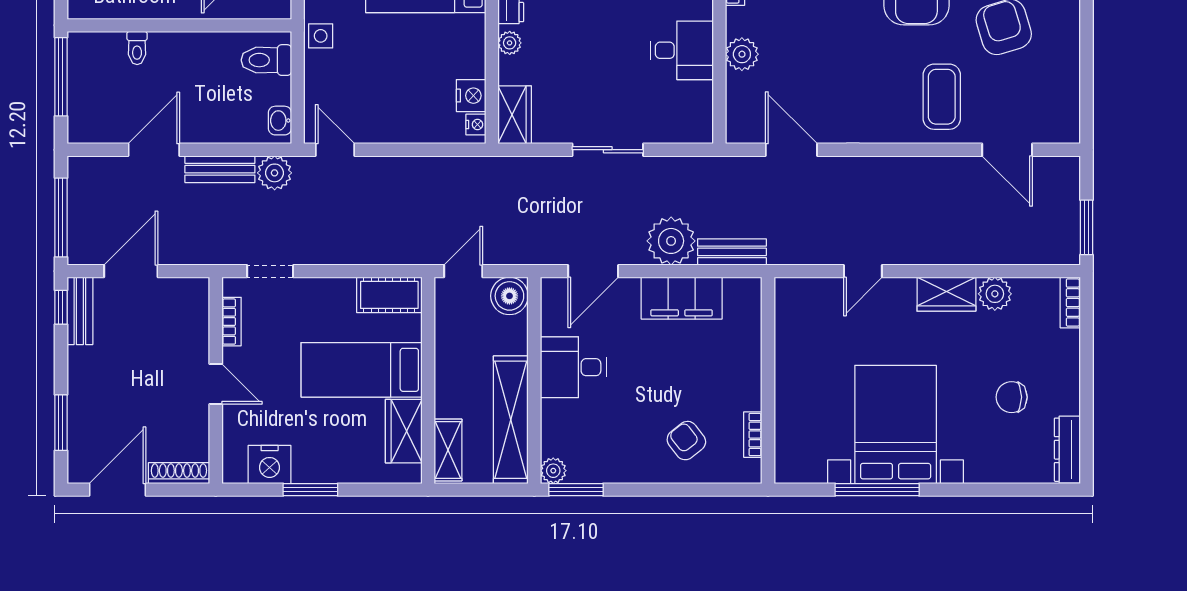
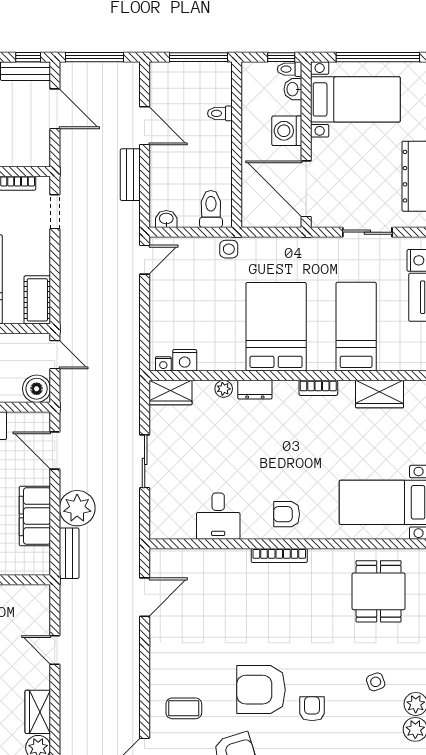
plant: (742, 54) -> (215, 561), removed
coffee table: (942, 97) -> (184, 708), width x0.73, depth x0.77
plant: (275, 173) -> (128, 215), removed

